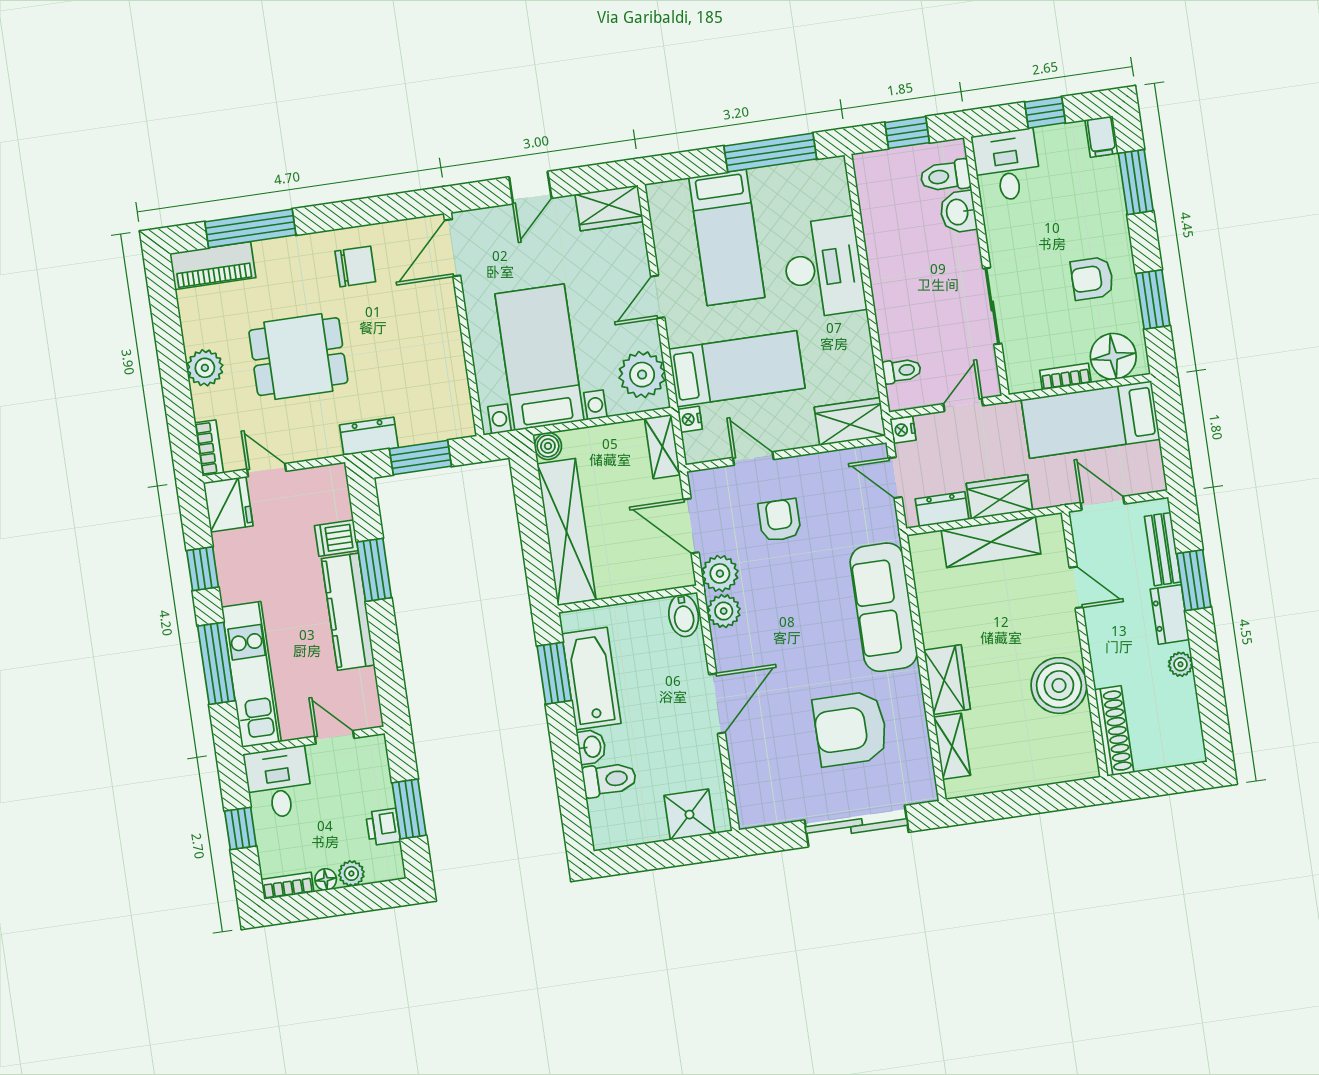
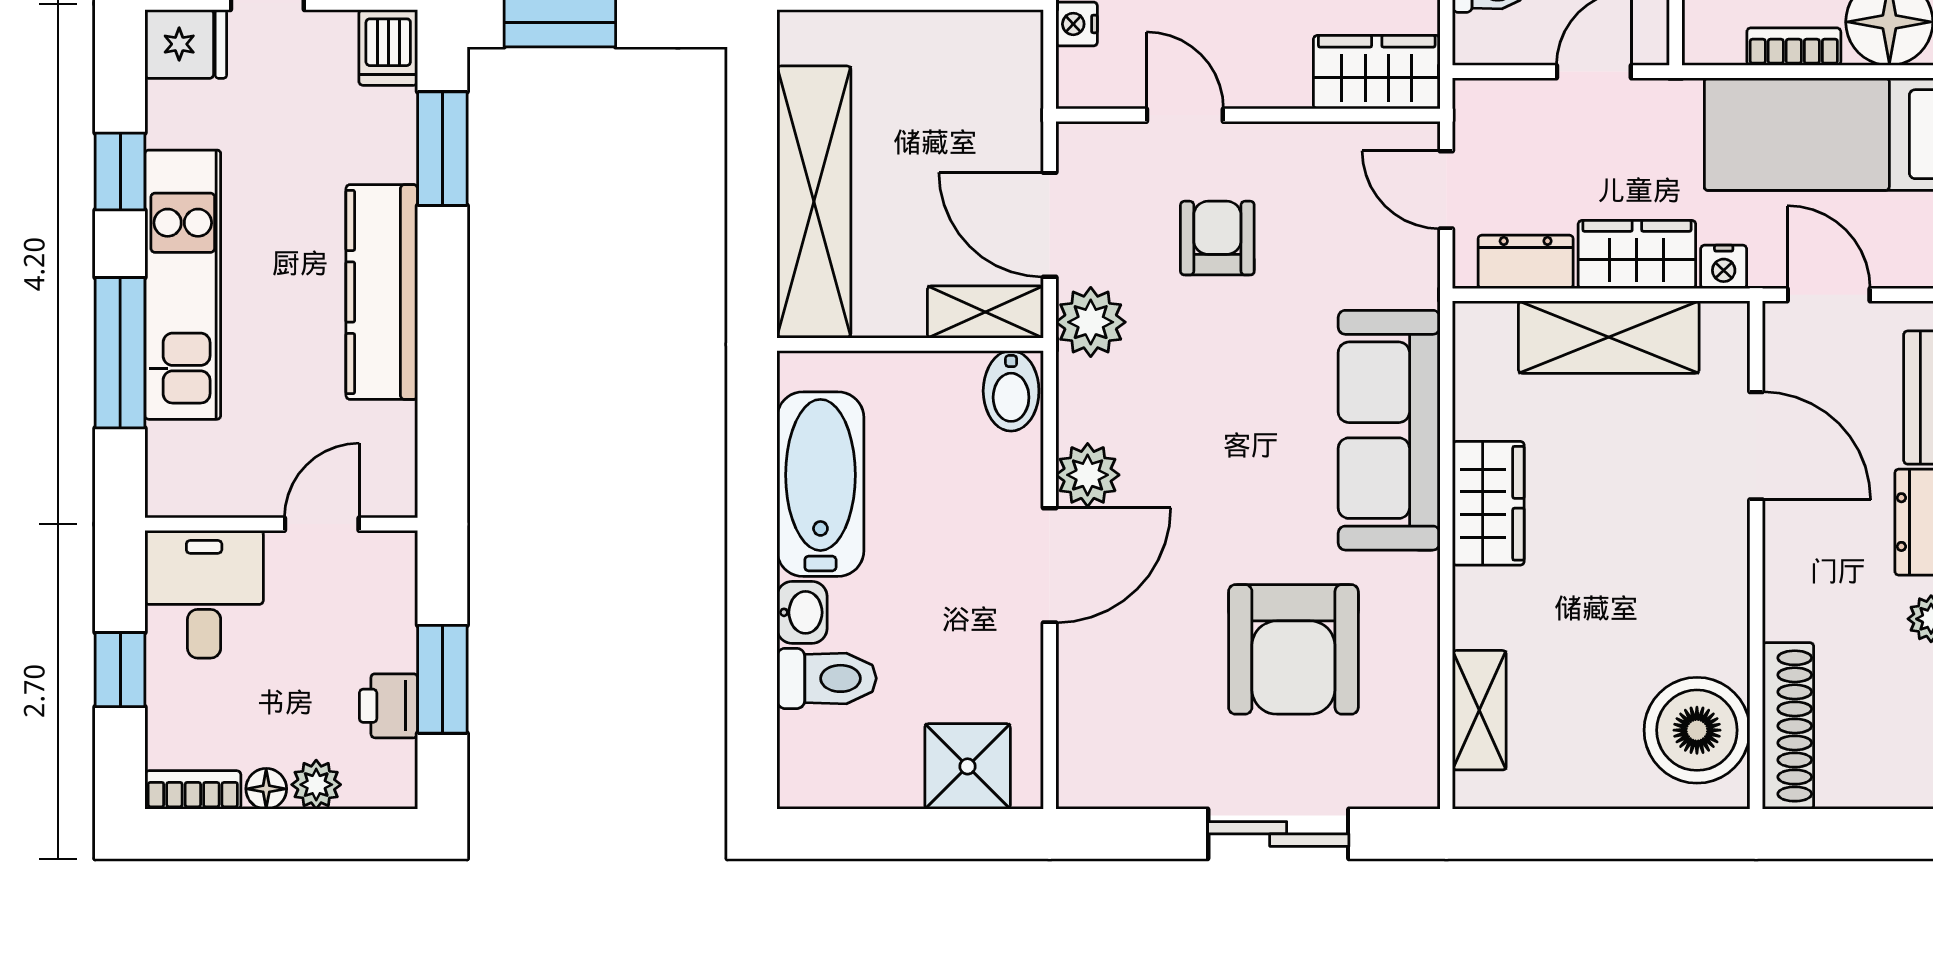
nightstand: (903, 430) -> (1724, 267), moved, turned -90
boiler: (548, 446) -> (803, 35), removed
shelving: (662, 447) -> (985, 312), moved, turned 90
fridge: (228, 504) -> (186, 44), width x0.72
dishwasher: (336, 538) -> (388, 47), moved, turned -90
window: (374, 570) -> (442, 149), moved
door: (1076, 587) -> (1756, 446), width x1.38
plant: (724, 611) -> (1088, 475), moved
window: (554, 673) -> (752, 464), removed
kitchen unit: (251, 674) -> (183, 285), moved
wardrobe: (947, 680) -> (1488, 503), moved
boiler: (1059, 685) -> (1697, 730), moved
armchair: (850, 729) -> (1293, 649), turned -90
door: (334, 737) -> (322, 524), hinge flipped
sliding door: (857, 826) -> (1278, 834), width x0.73

